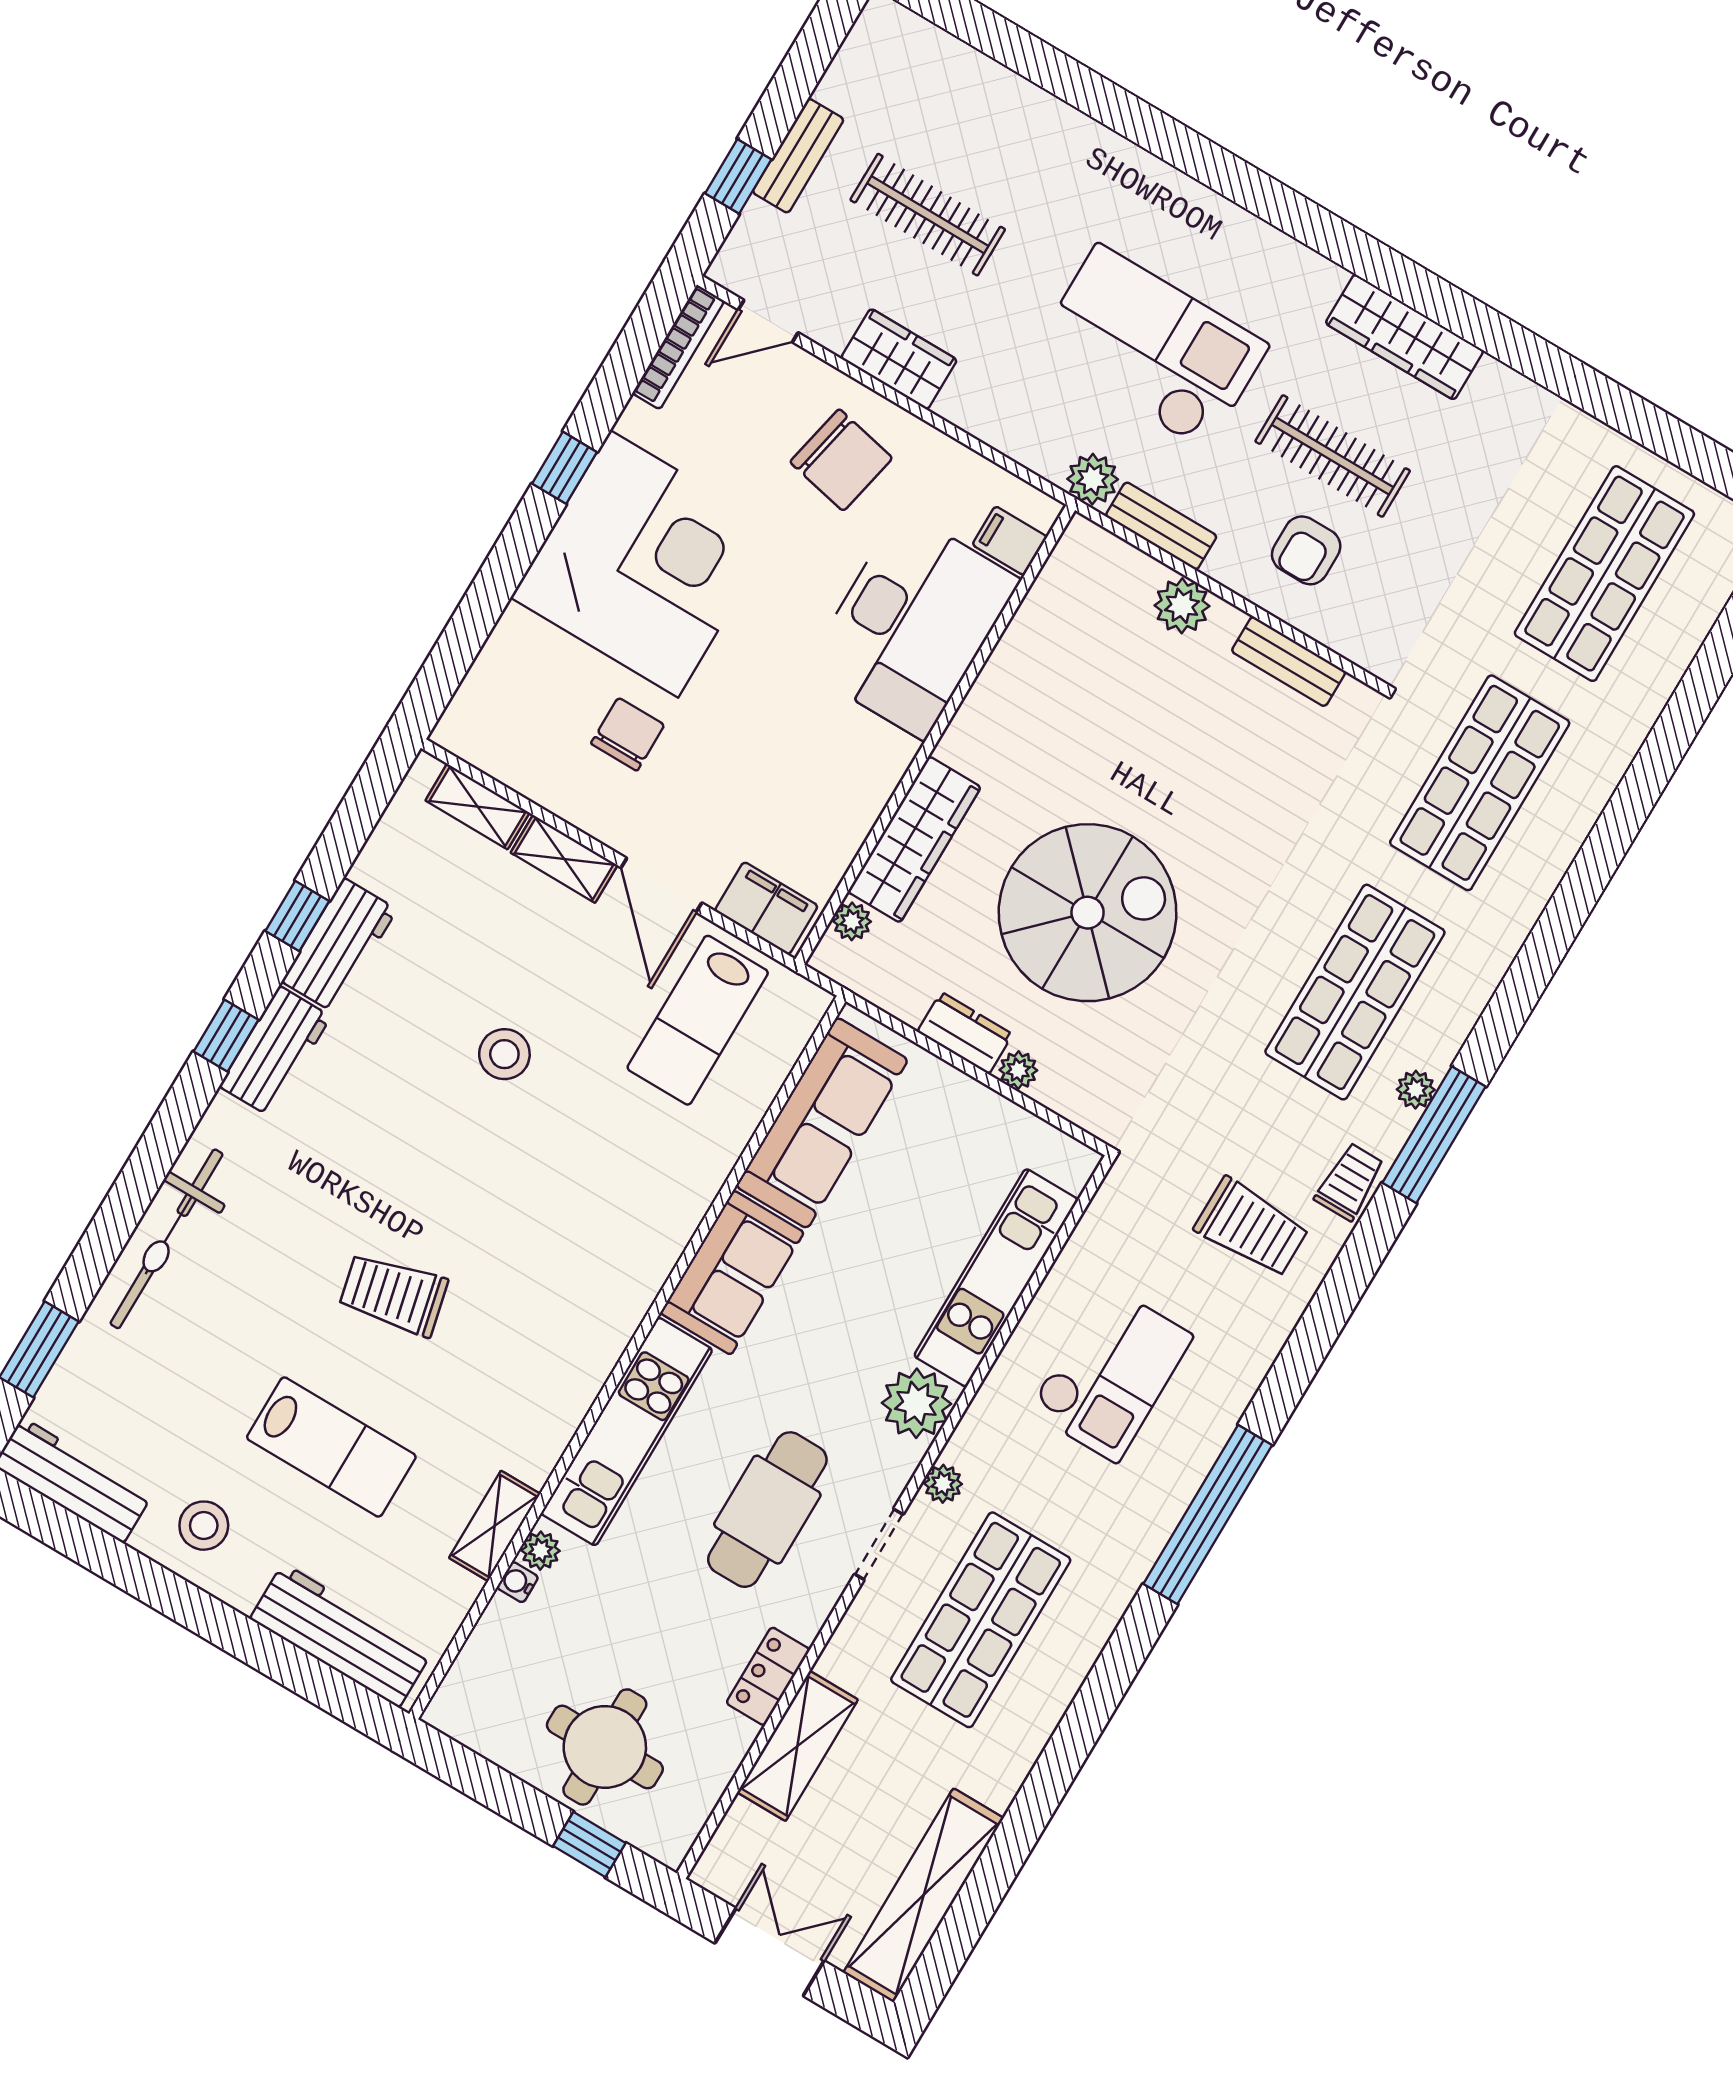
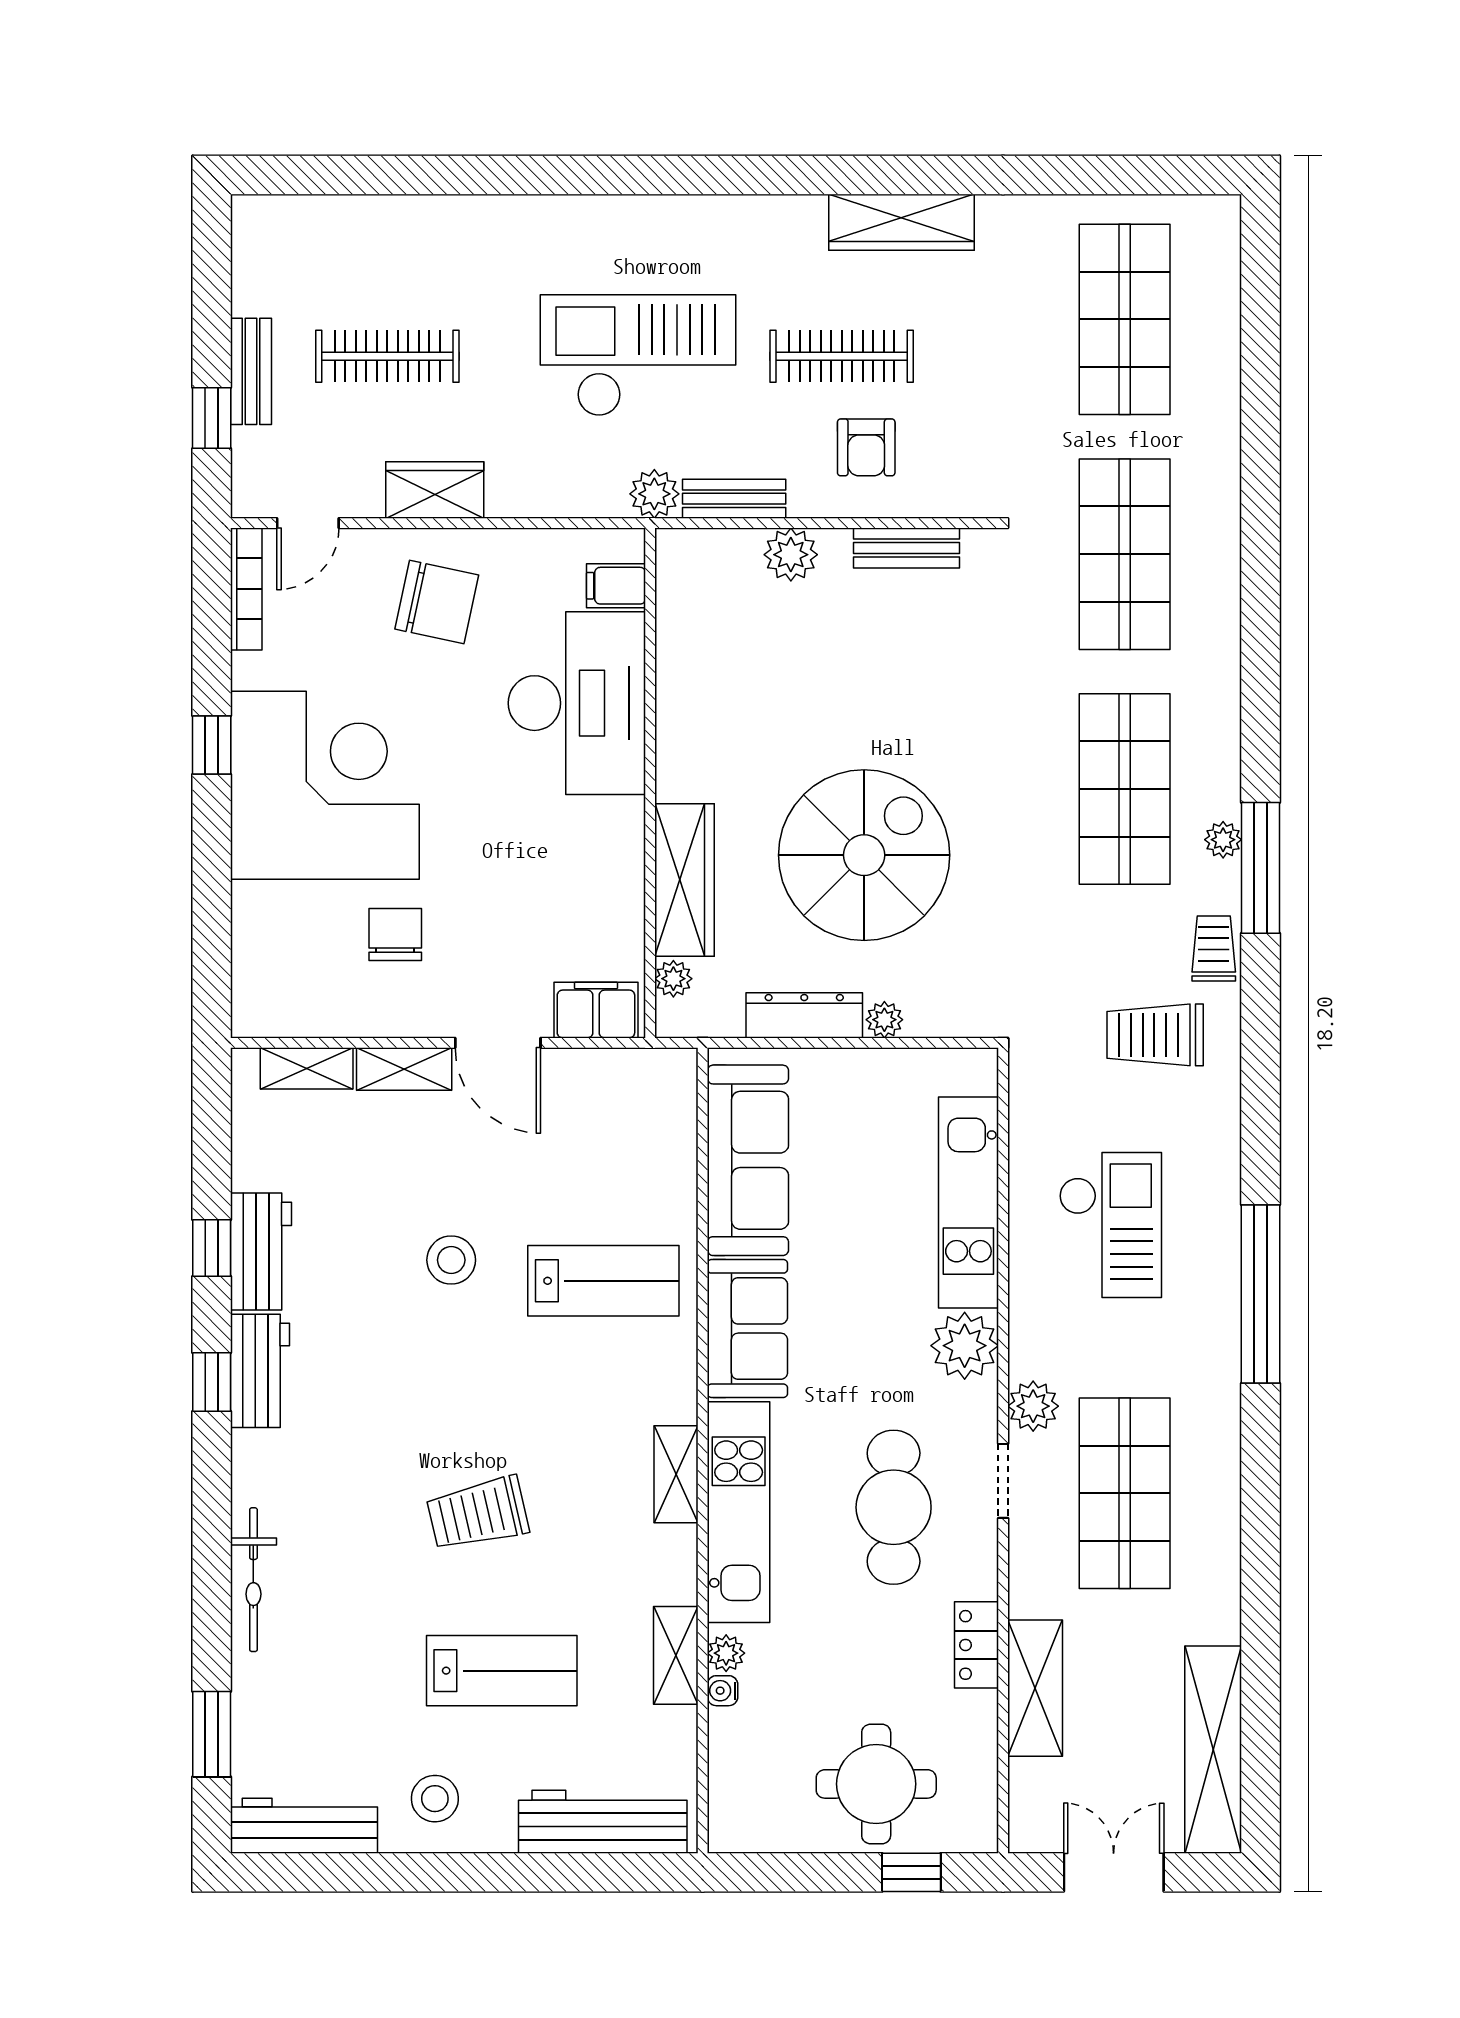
wardrobe: (1404, 337) -> (901, 222), moved
lab bench: (698, 1020) -> (603, 1281), moved, turned -90
dresser: (965, 1033) -> (804, 1015), width x1.44
trolley: (1252, 1228) -> (1155, 1035), turned 180
bicycle: (167, 1239) -> (253, 1580), width x0.73, depth x0.71
shelving: (591, 1365) -> (676, 1474), added
plant: (943, 1484) -> (1033, 1406), width x1.38, depth x1.38

